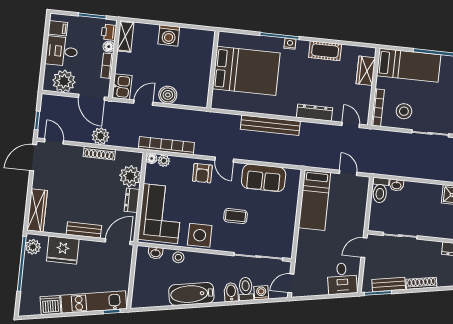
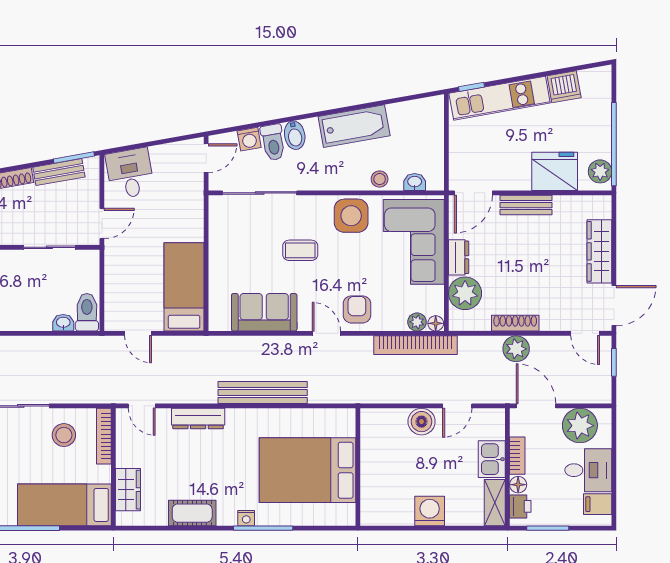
kitchen sink: (122, 87) -> (492, 459), moved
wardrobe: (37, 210) -> (599, 251), moved

